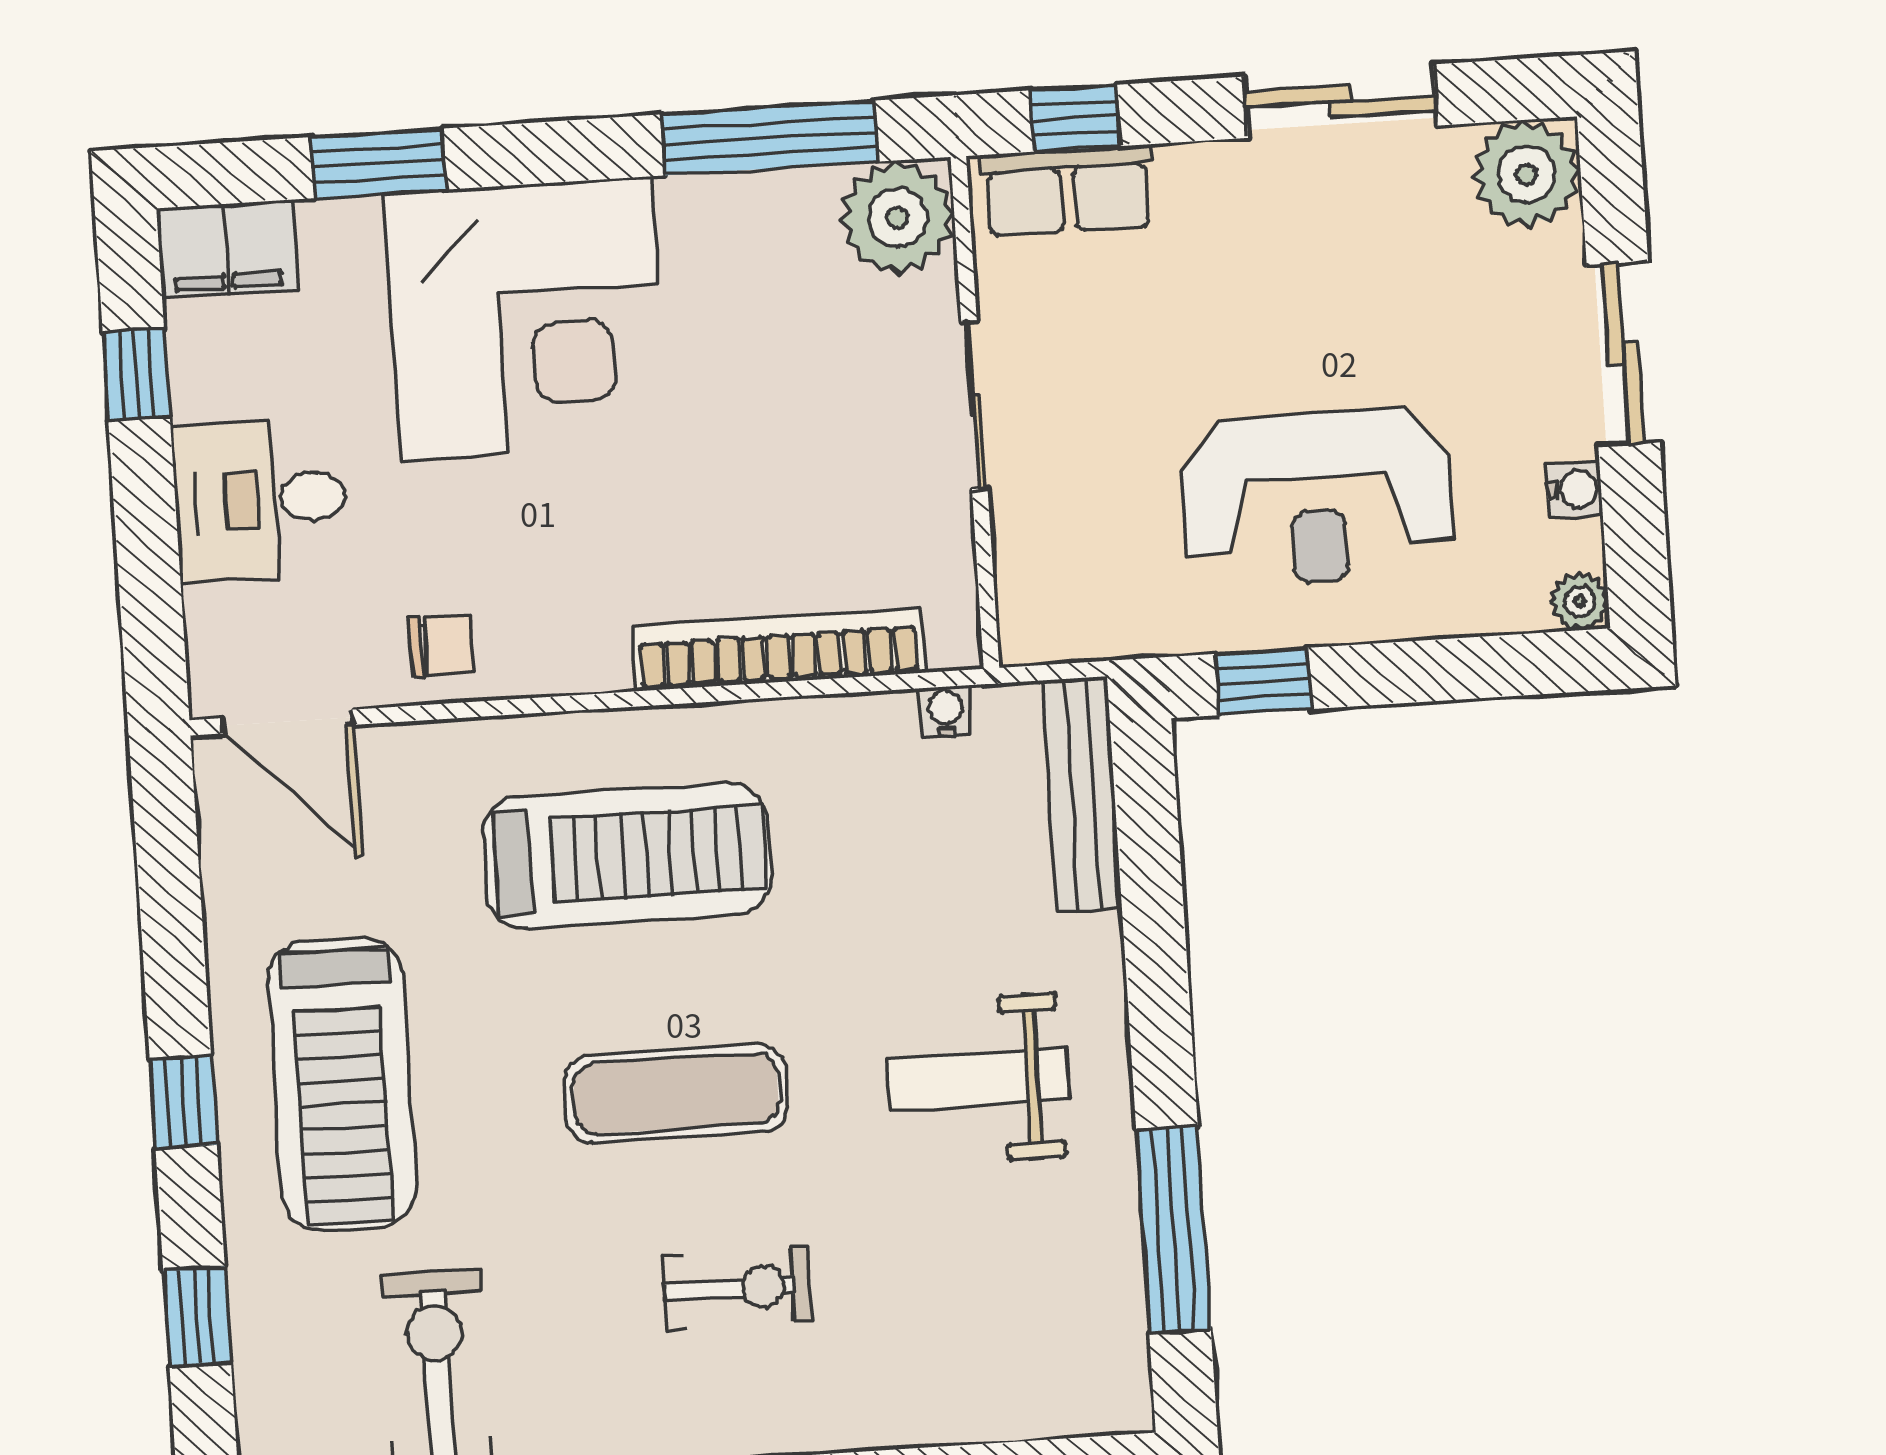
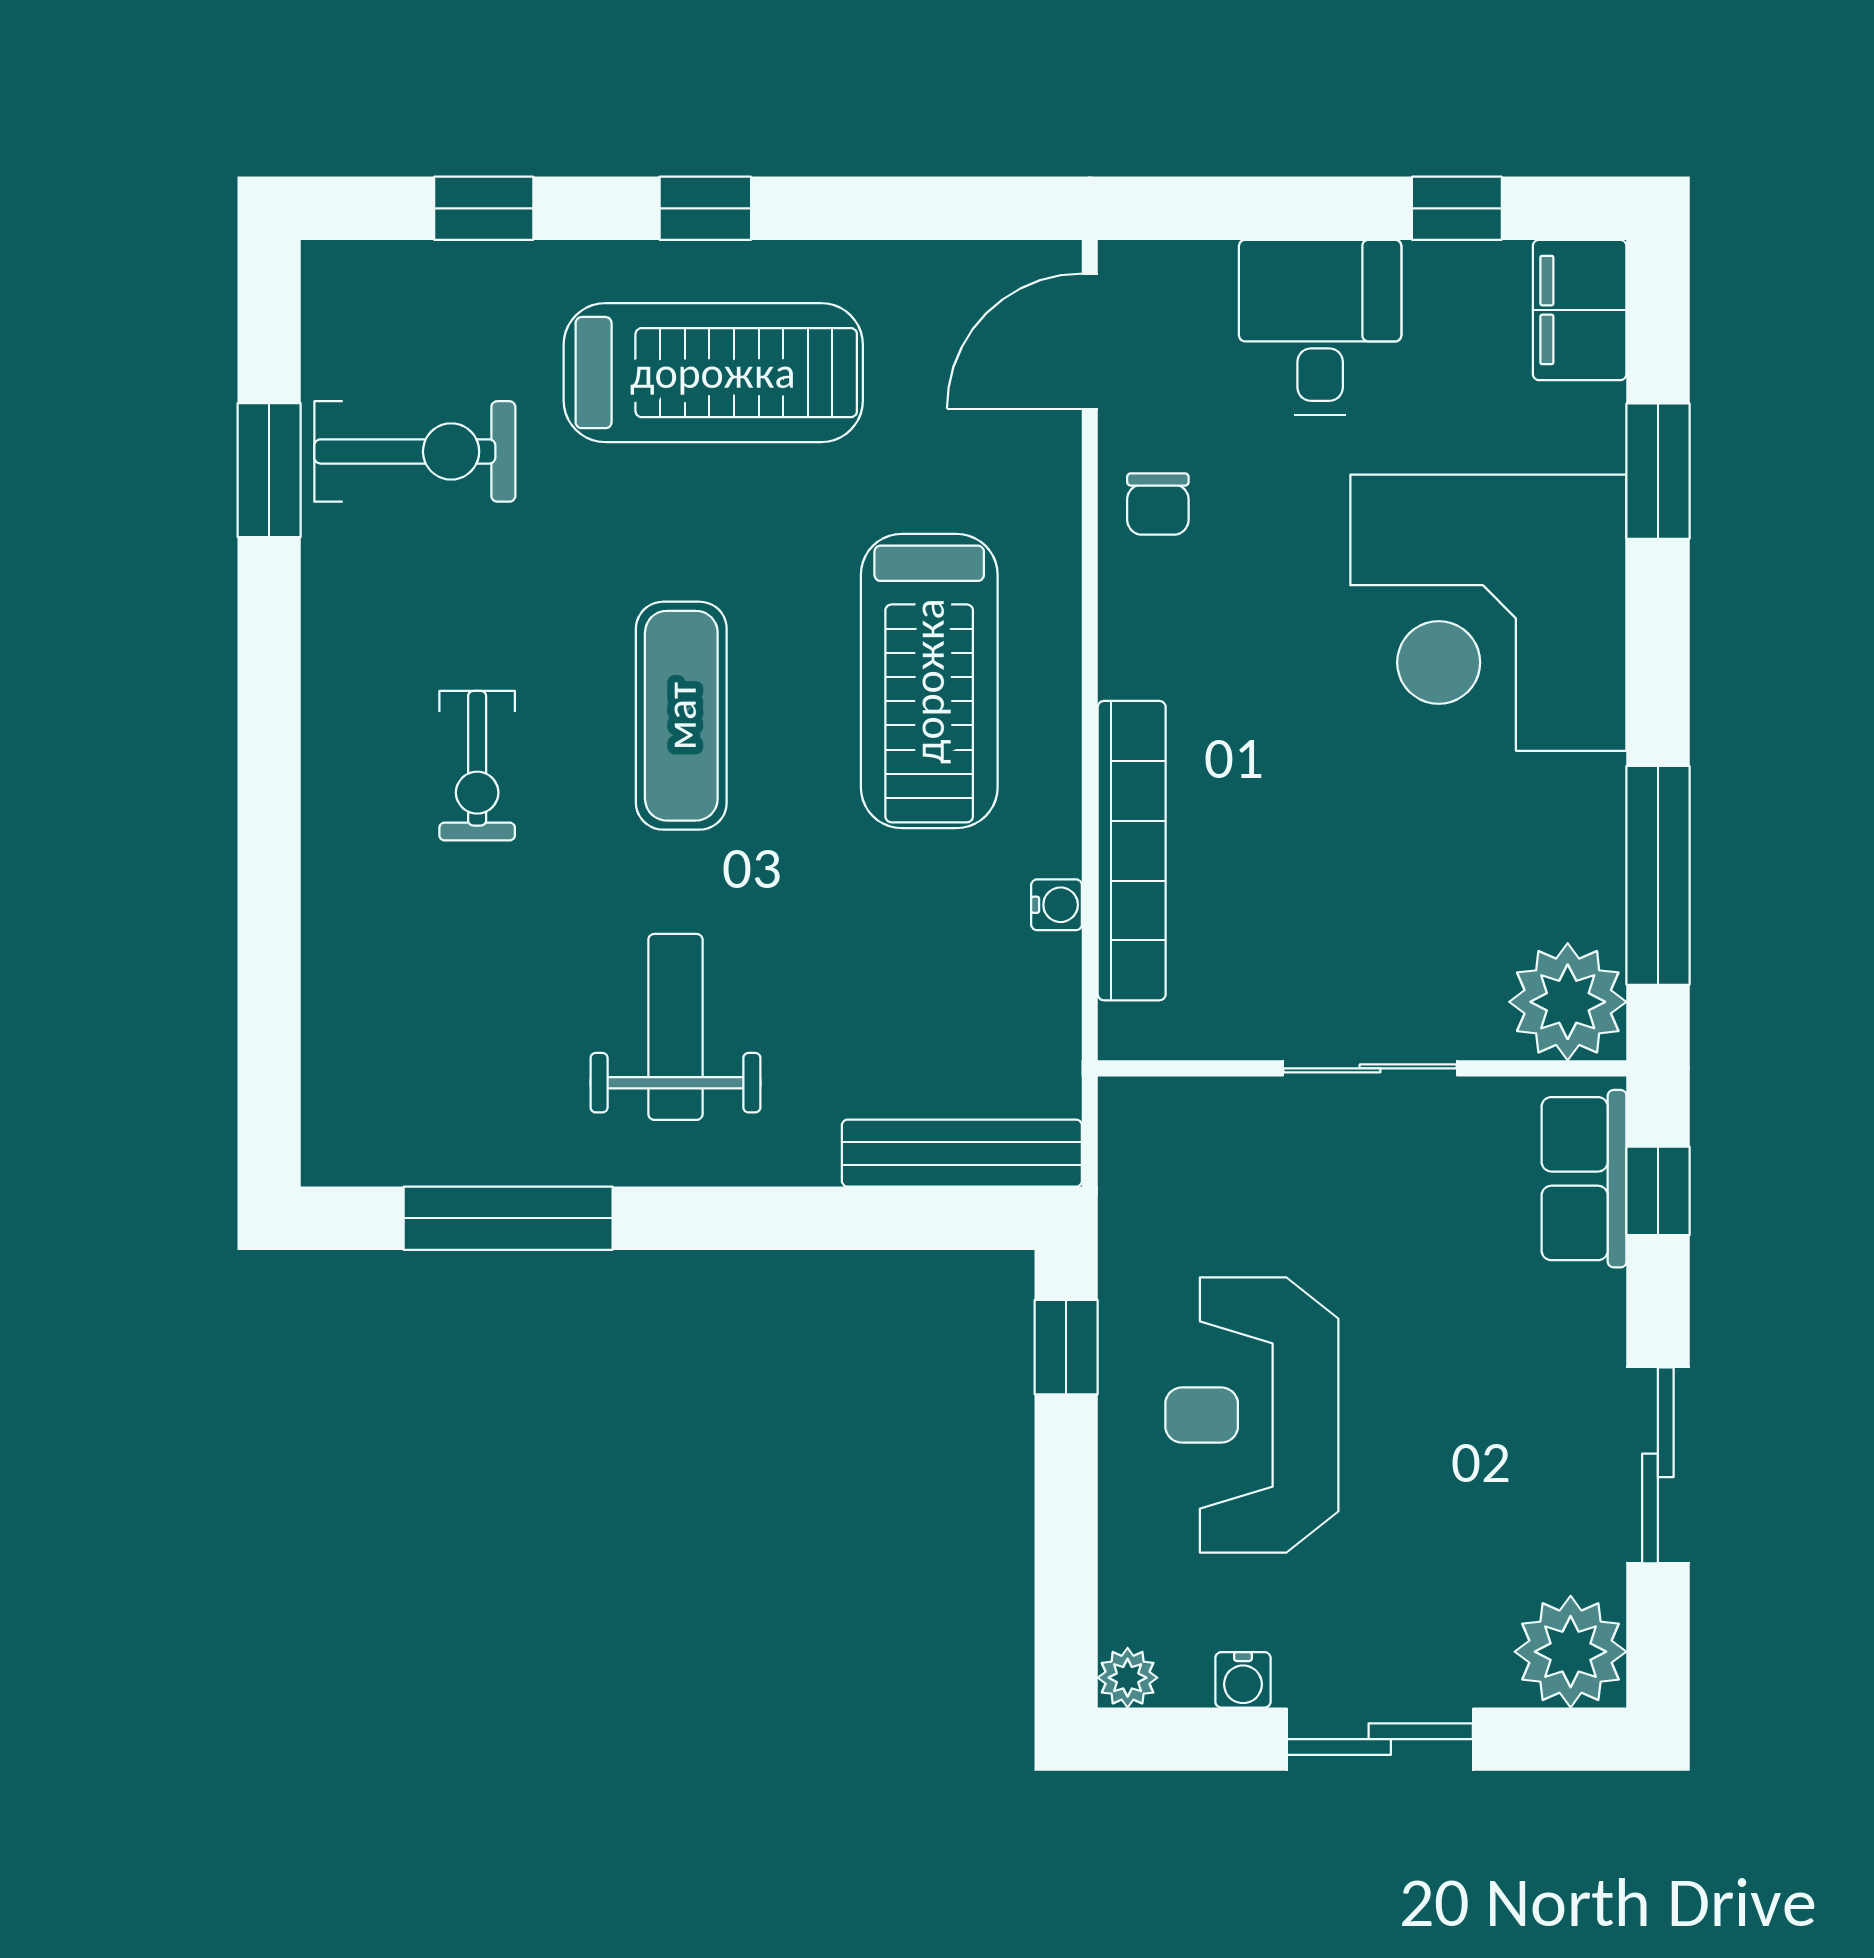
water cooler: (946, 711) -> (1057, 905), moved
treadmill: (342, 1084) -> (713, 373), turned 180

